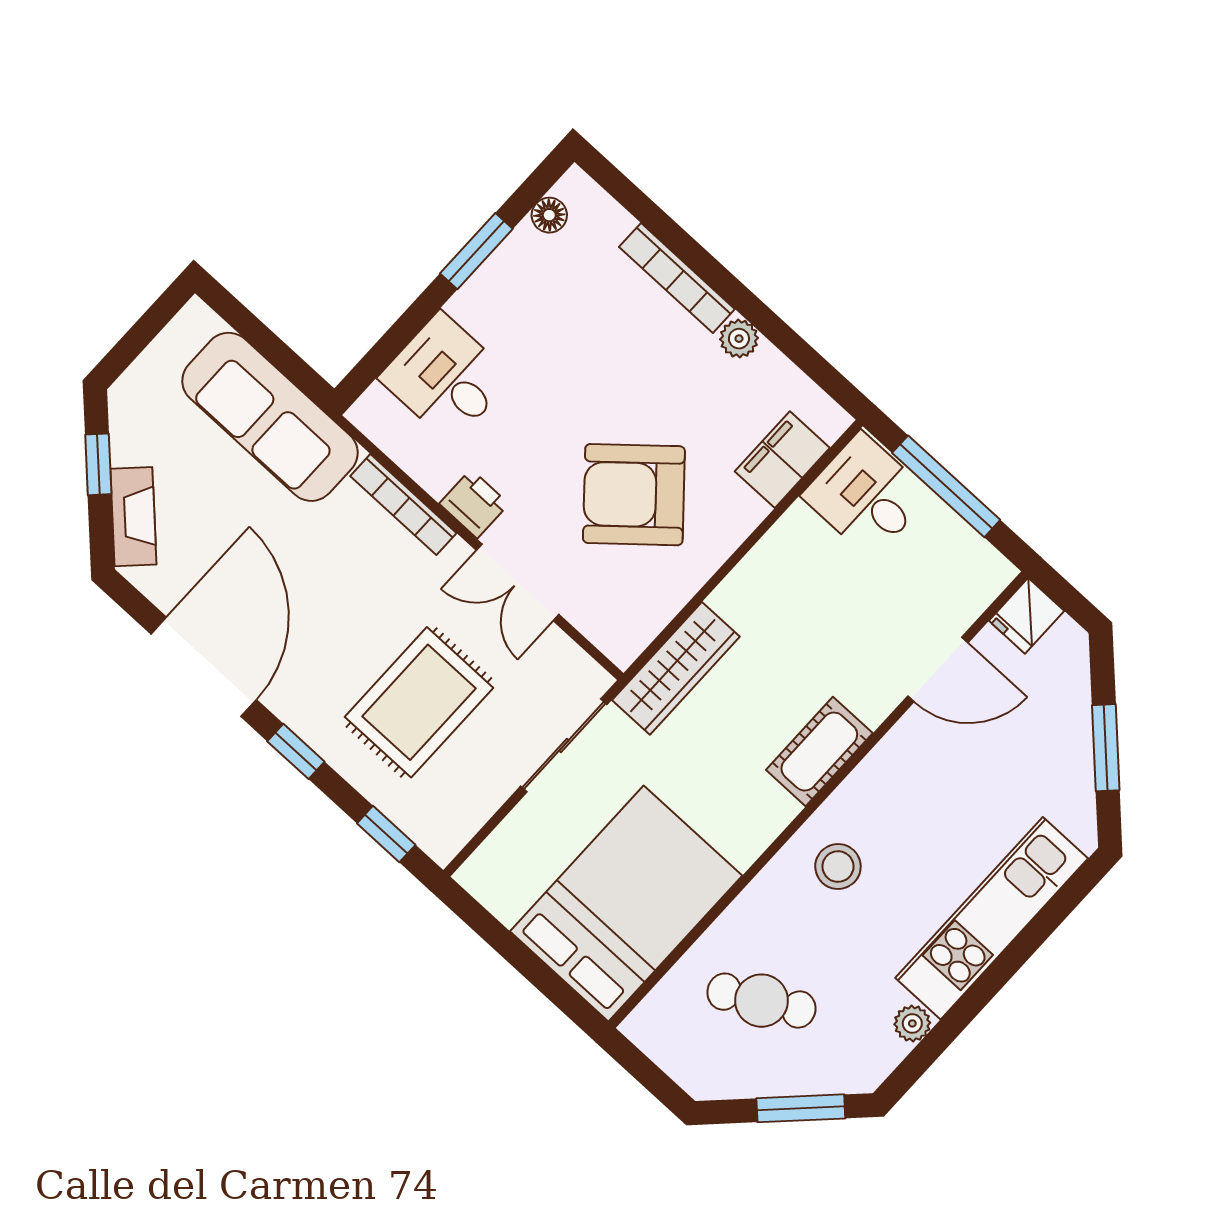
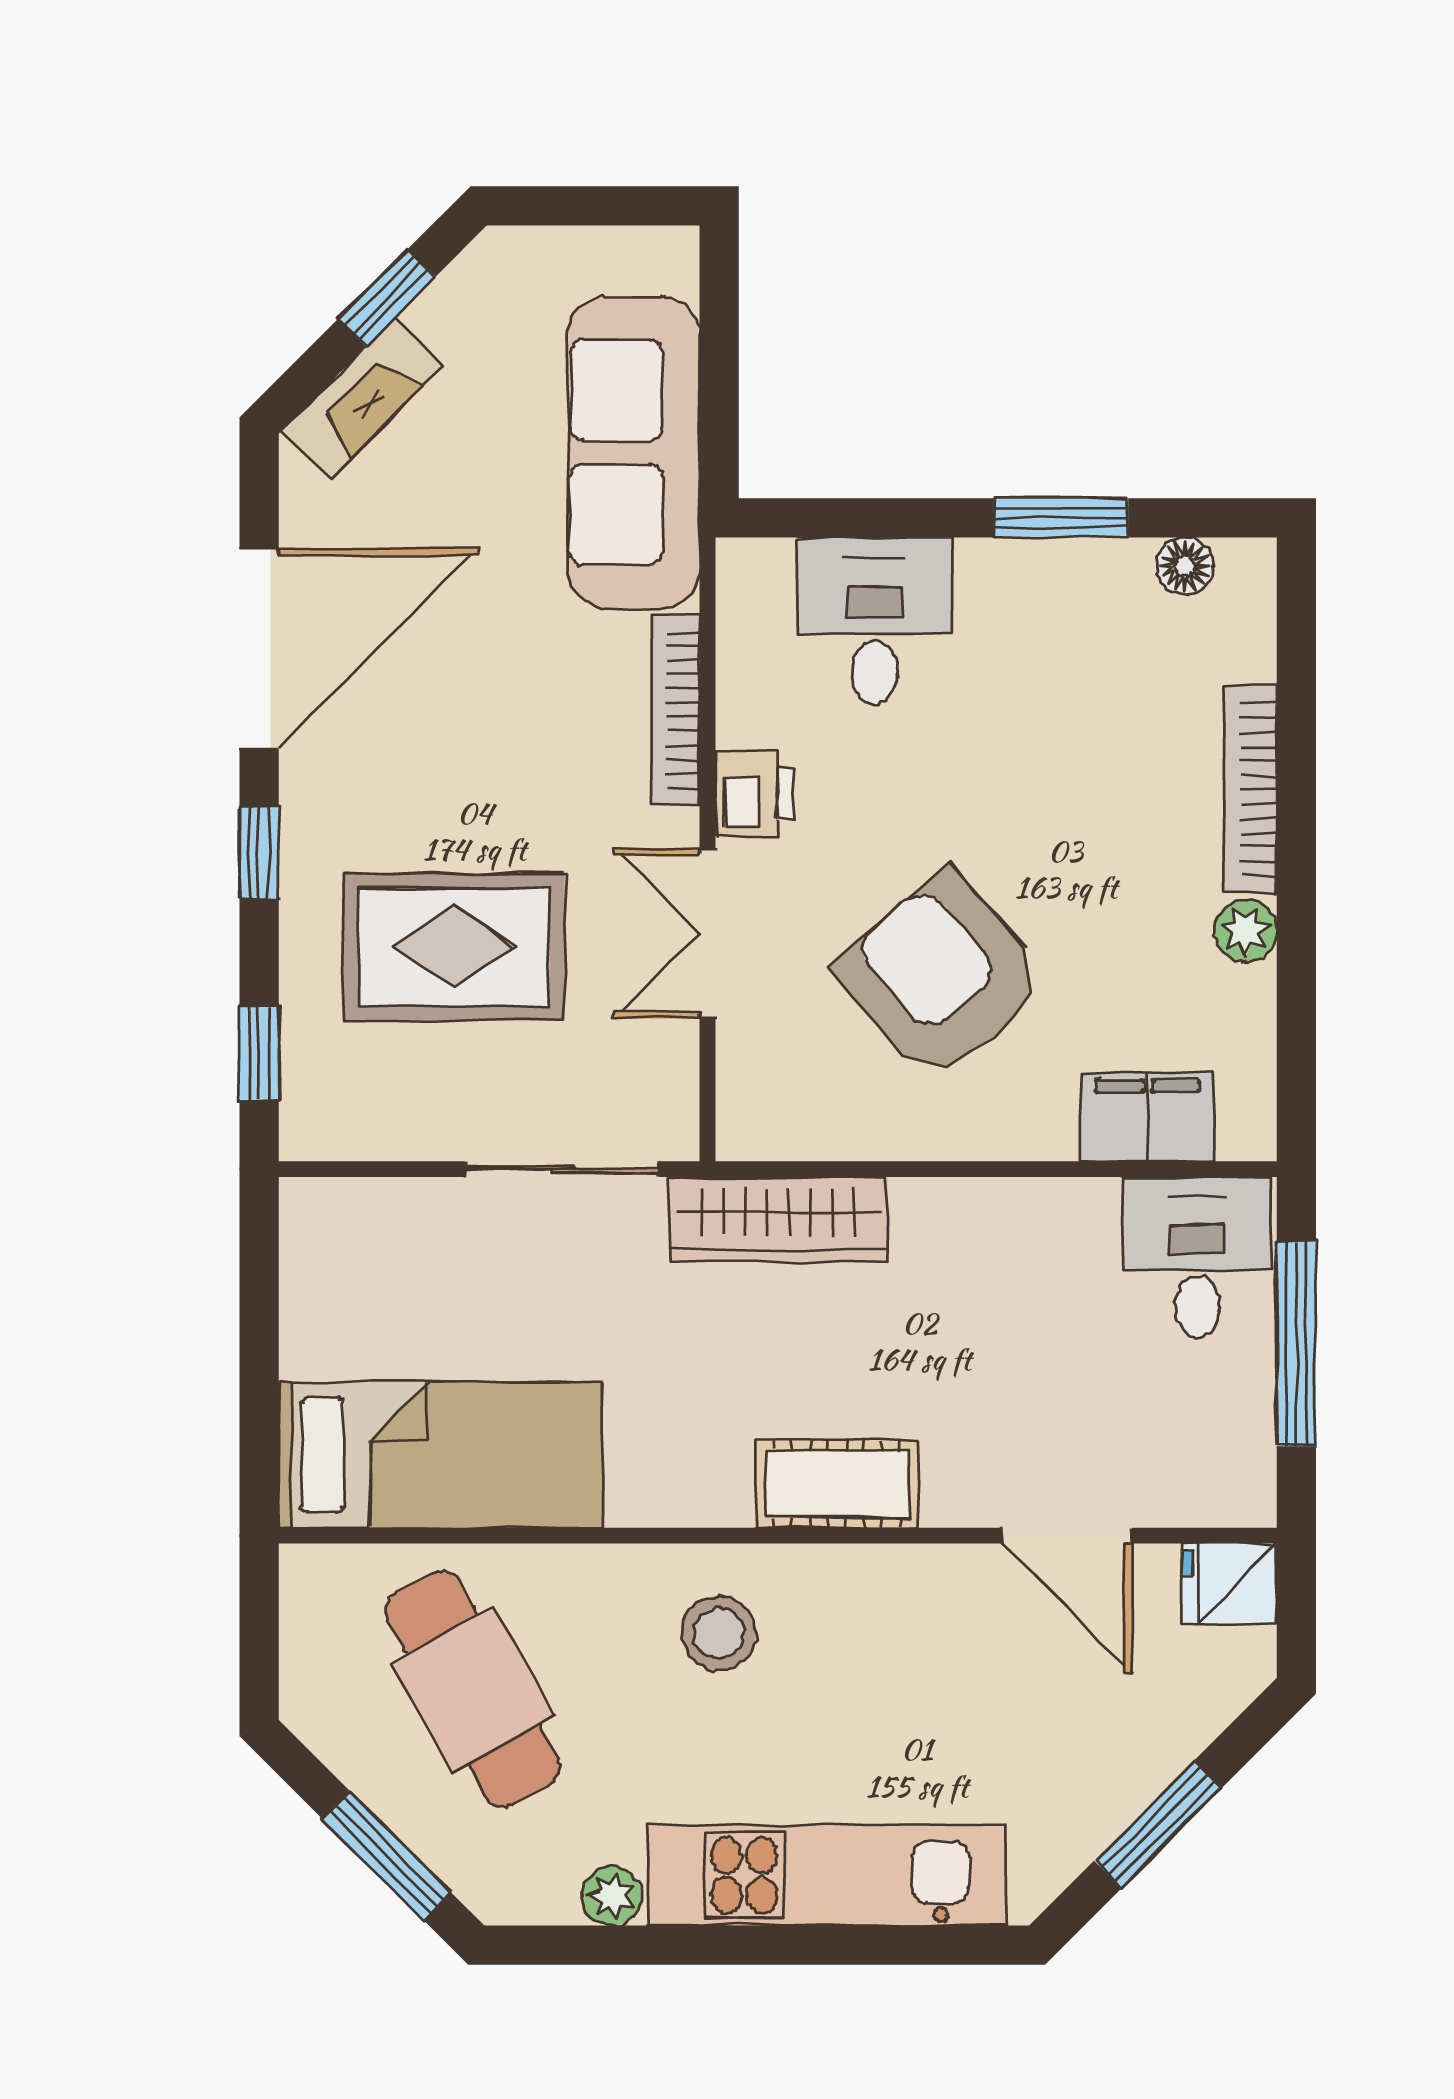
bed: (626, 903) -> (440, 1455), width x0.67
cafe table: (761, 1001) -> (473, 1689), width x1.37, depth x1.35

